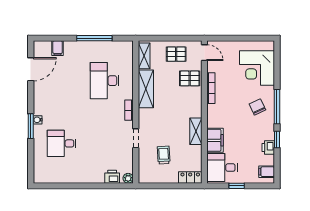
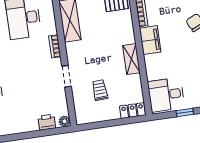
filing cabinet: (215, 140) -> (150, 40), moved

